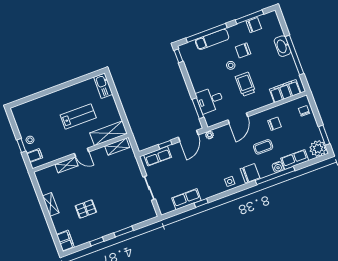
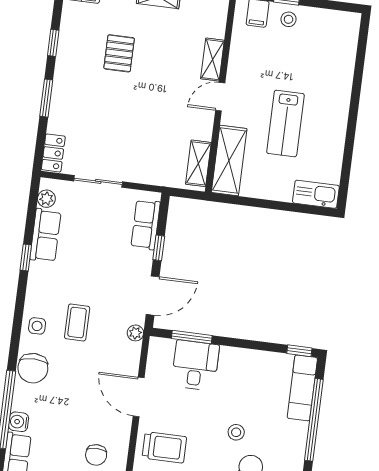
exam couch: (212, 39) -> (302, 388), moved
trolley: (245, 84) -> (164, 447), moved
door: (188, 136) -> (153, 296), swing flipped
coffee table: (263, 147) -> (77, 323), moved
plant: (169, 207) -> (46, 199), added
locker: (147, 215) -> (53, 153), added

